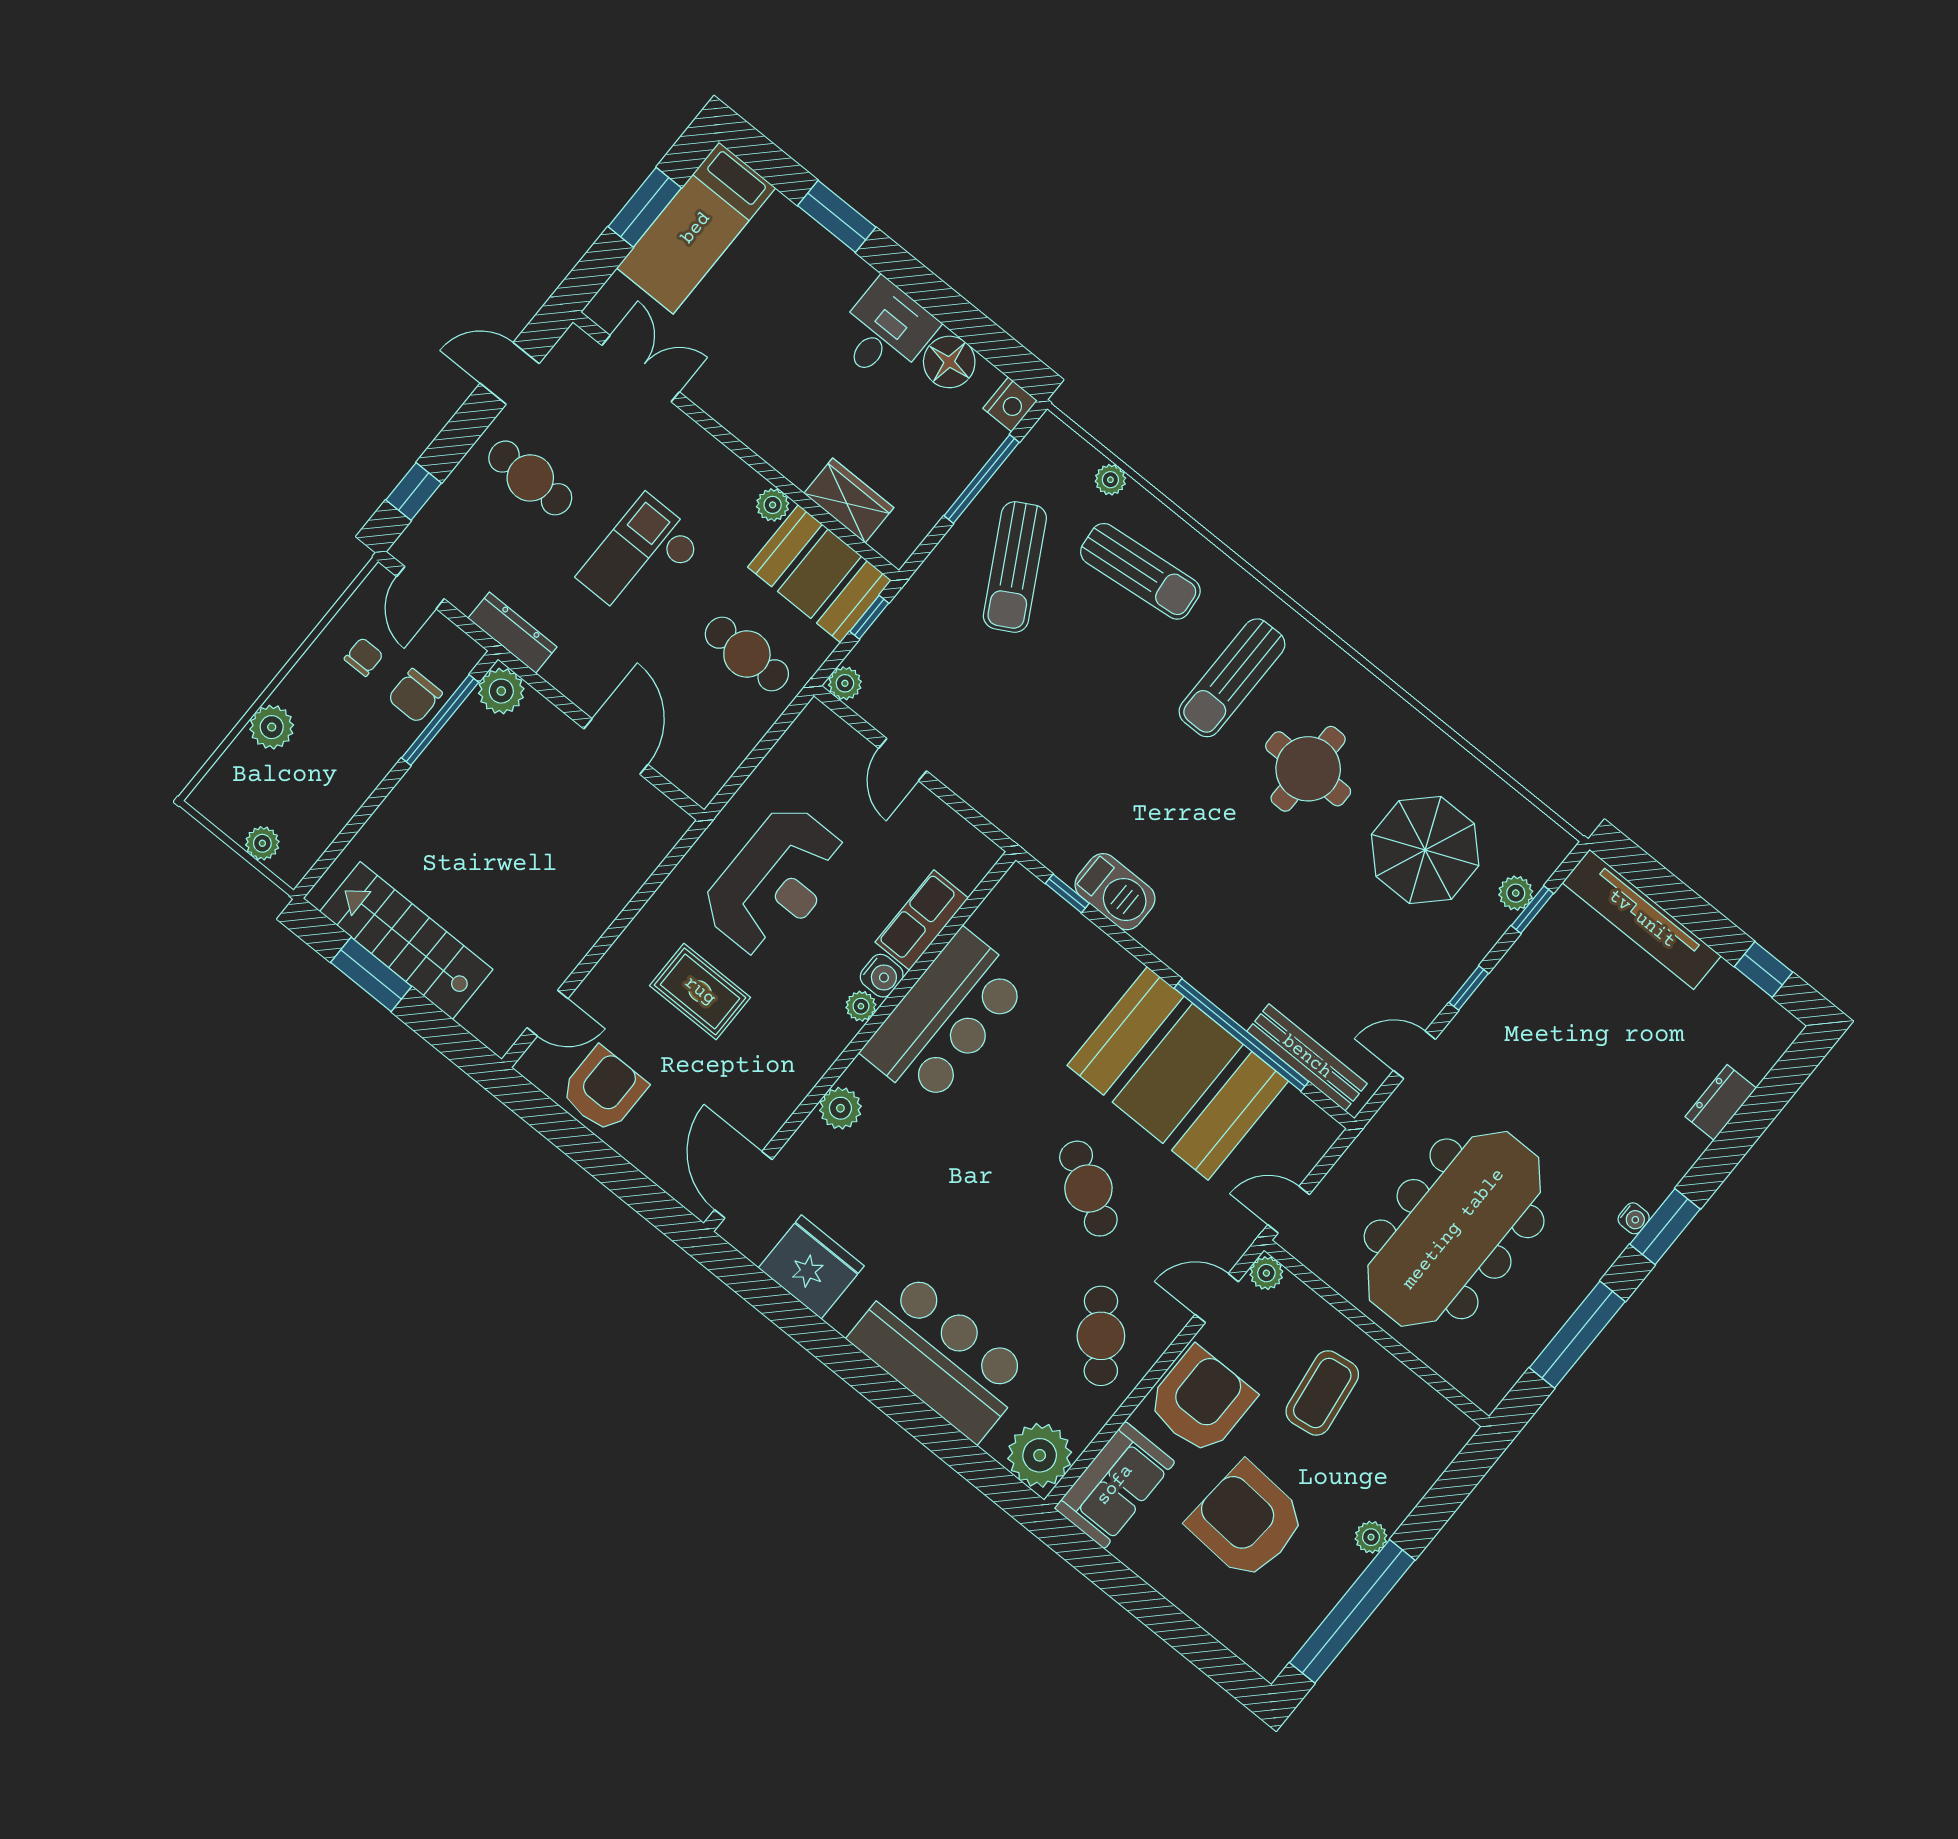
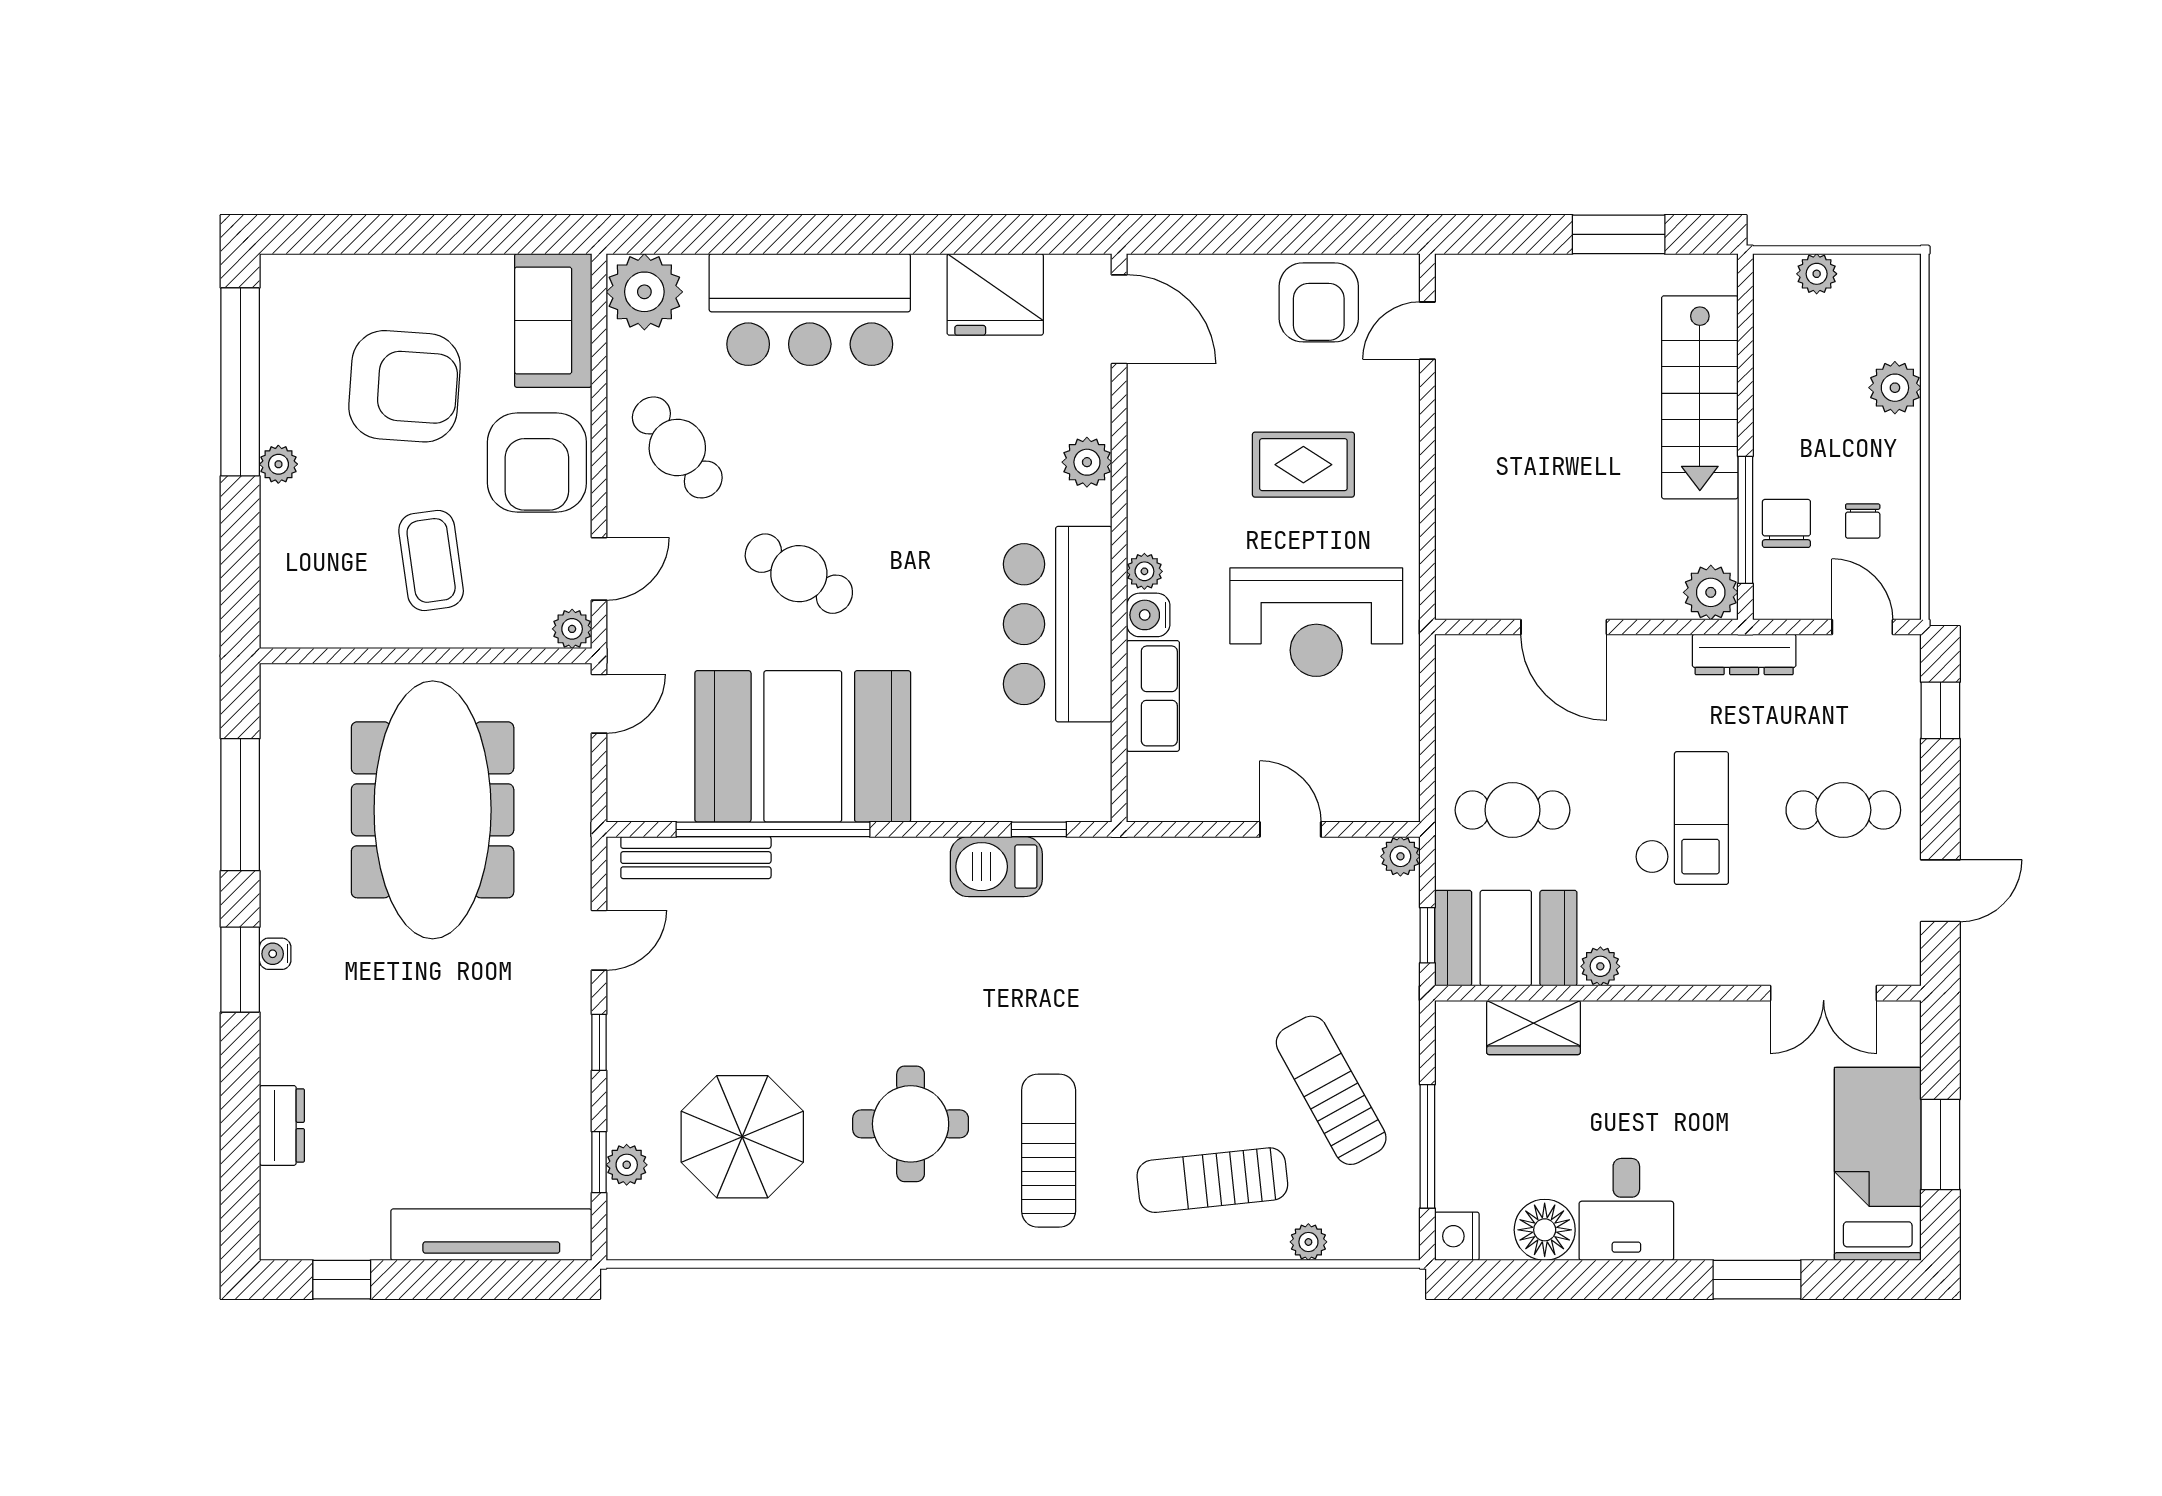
reception desk: (775, 882) -> (1316, 622), turned -90
stairs: (406, 940) -> (1700, 397), moved, turned 90

